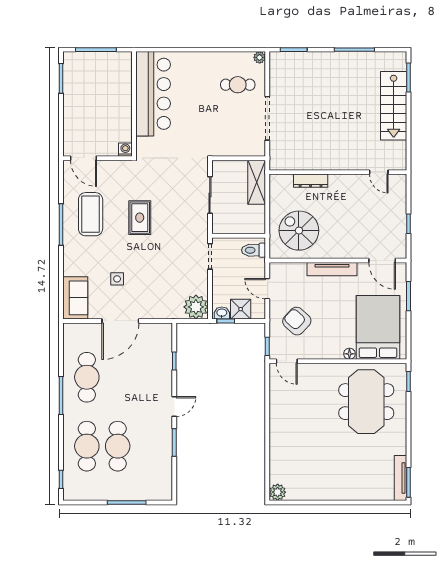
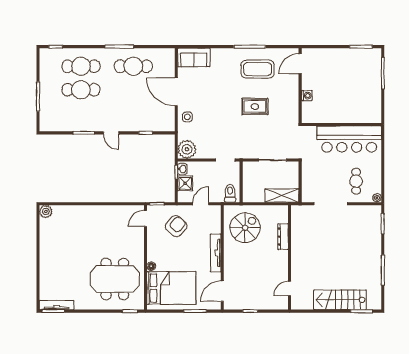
bar counter: (153, 94) -> (349, 139), moved
wall: (134, 104) -> (341, 125), moved
side table: (117, 279) -> (187, 117), moved

